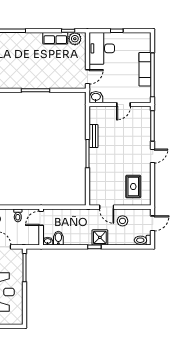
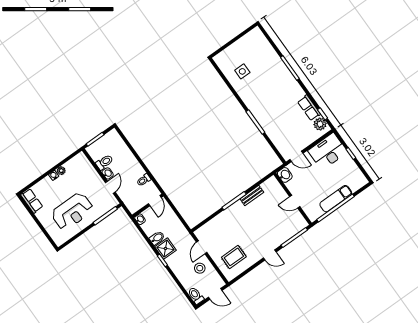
door: (41, 218) -> (155, 201), swing flipped
shower: (100, 237) -> (165, 248), moved
bidet: (58, 238) -> (157, 238), moved

